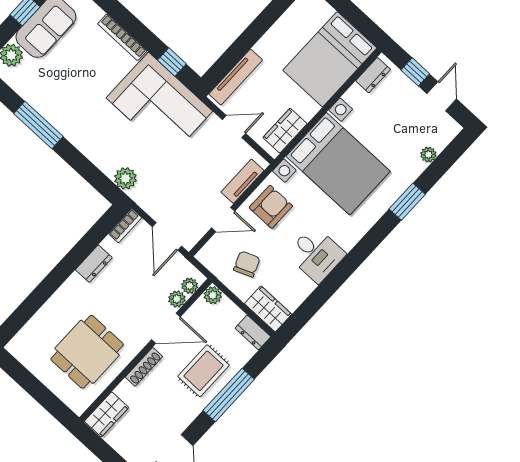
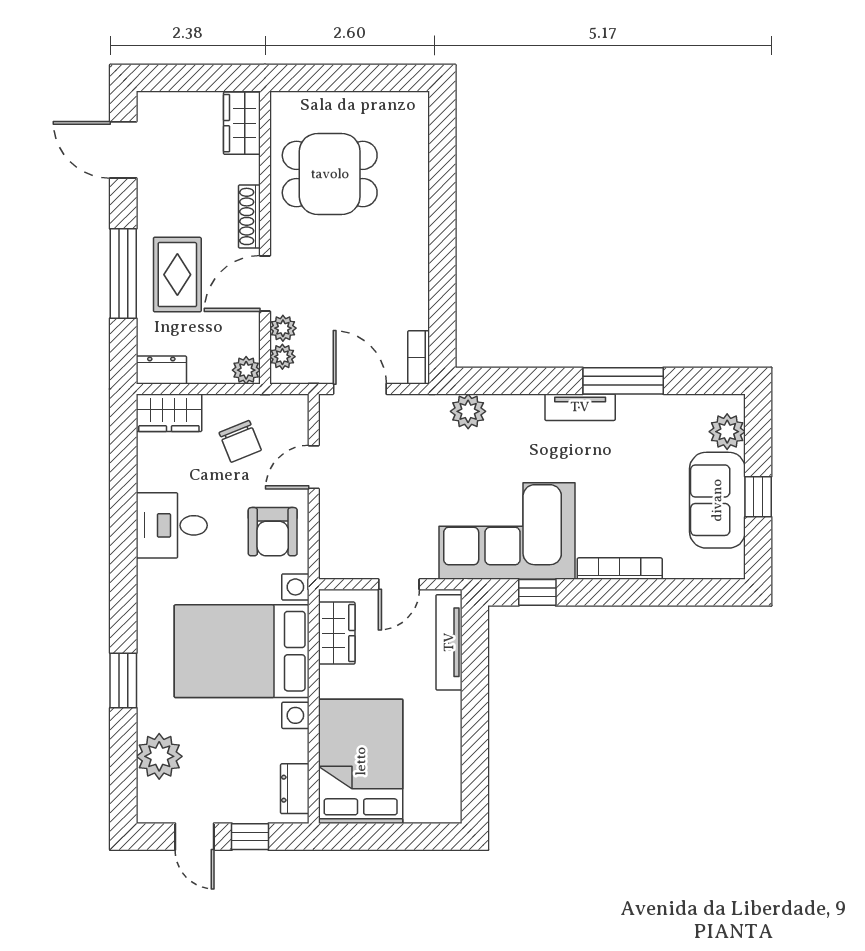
plant: (428, 155) -> (159, 756), width x1.87, depth x1.87
tv unit: (242, 181) -> (580, 407), moved, turned 90
dresser: (94, 264) -> (414, 281), removed
dining table: (87, 352) -> (330, 174), turned 90

